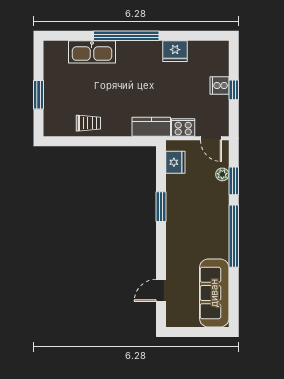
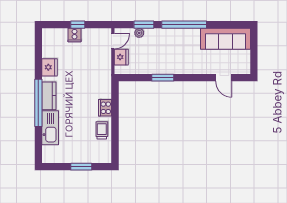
kitchen counter: (151, 127) -> (49, 96), moved, turned 180
cooker: (183, 127) -> (105, 108), moved
fridge: (175, 162) -> (121, 57), moved, turned 90

